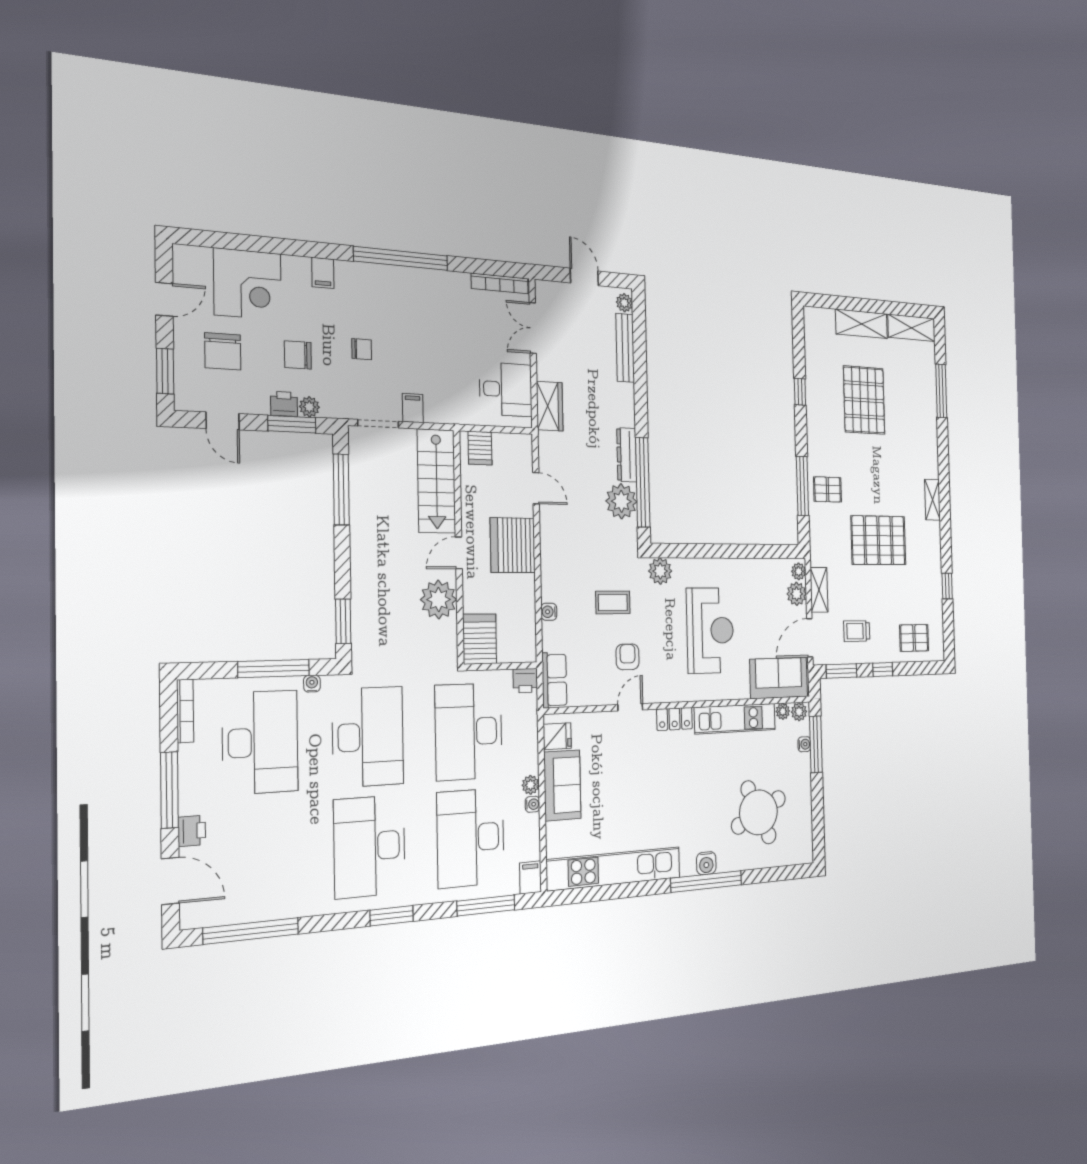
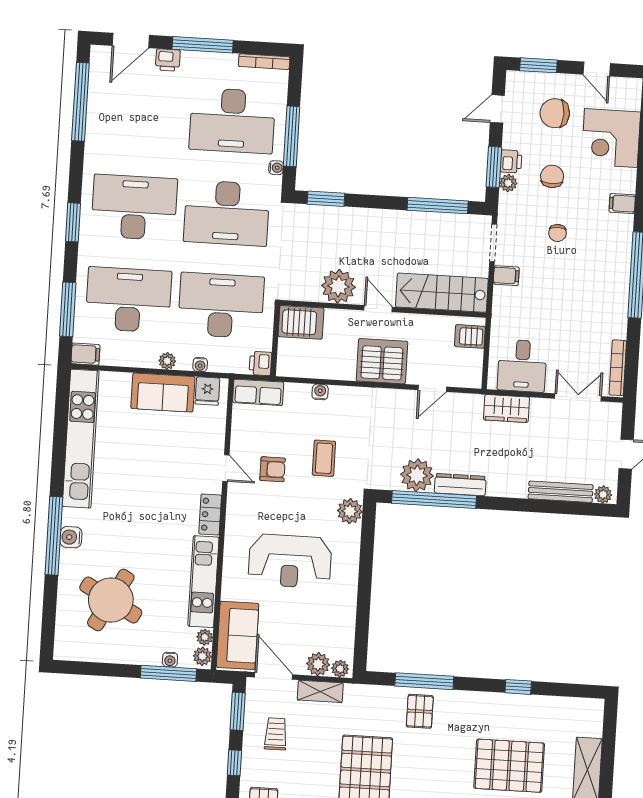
water cooler: (532, 804) -> (200, 365), moved
round table: (758, 812) -> (111, 600), turned -35

